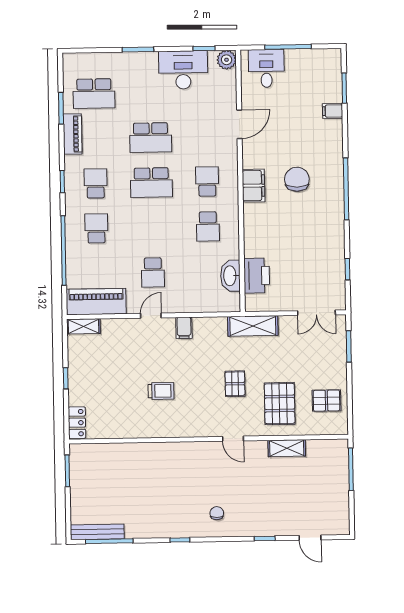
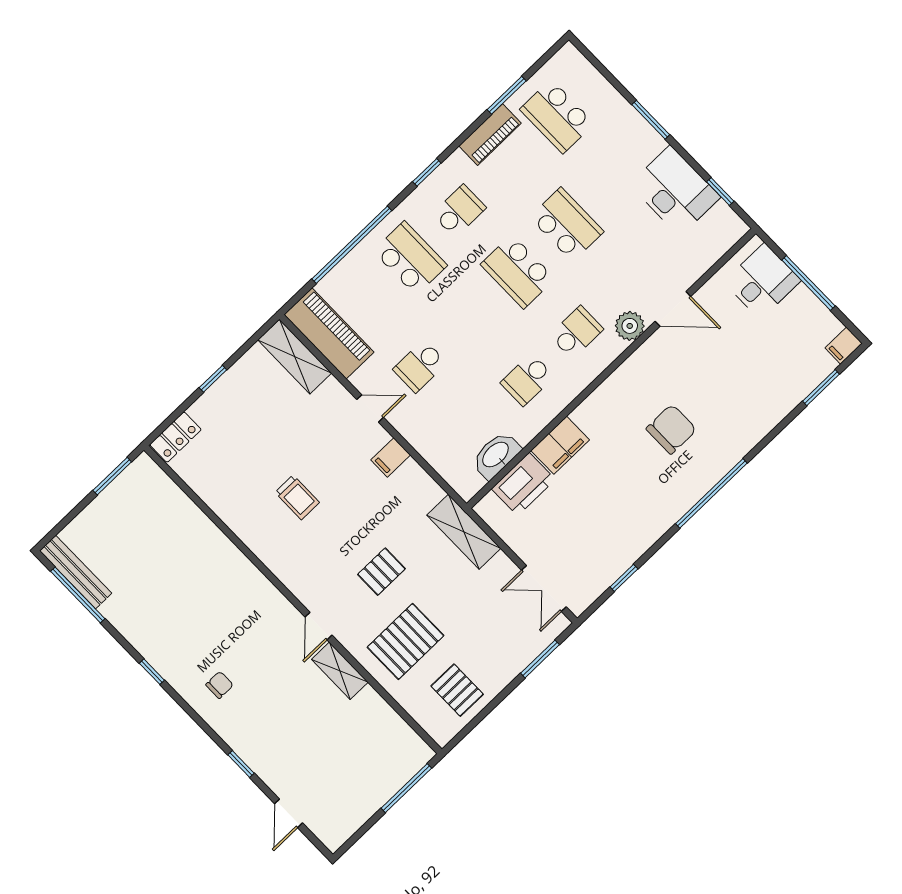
plant: (227, 60) -> (630, 326), moved
filing cabinet: (333, 111) -> (844, 346), moved, turned -90
school desk: (151, 137) -> (567, 224), turned 180
filing cabinet: (254, 186) -> (560, 445), moved
school desk: (96, 228) -> (410, 258), width x1.85
shelving: (83, 326) -> (295, 357), width x1.50, depth x1.33
shelving: (287, 448) -> (340, 671), moved

